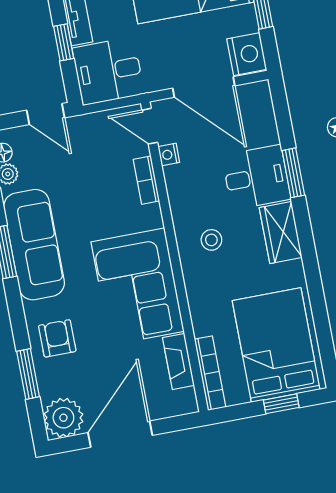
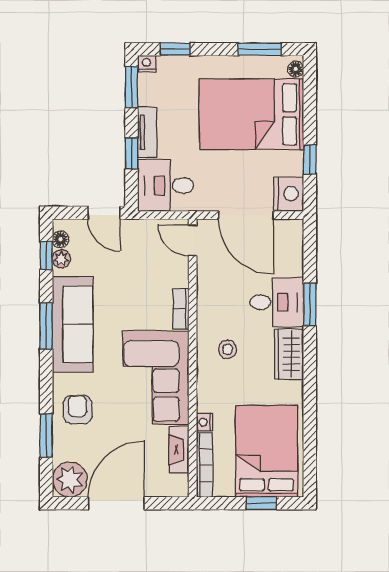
nightstand: (169, 155) -> (205, 422), moved
bookcase: (146, 180) -> (181, 309), moved

